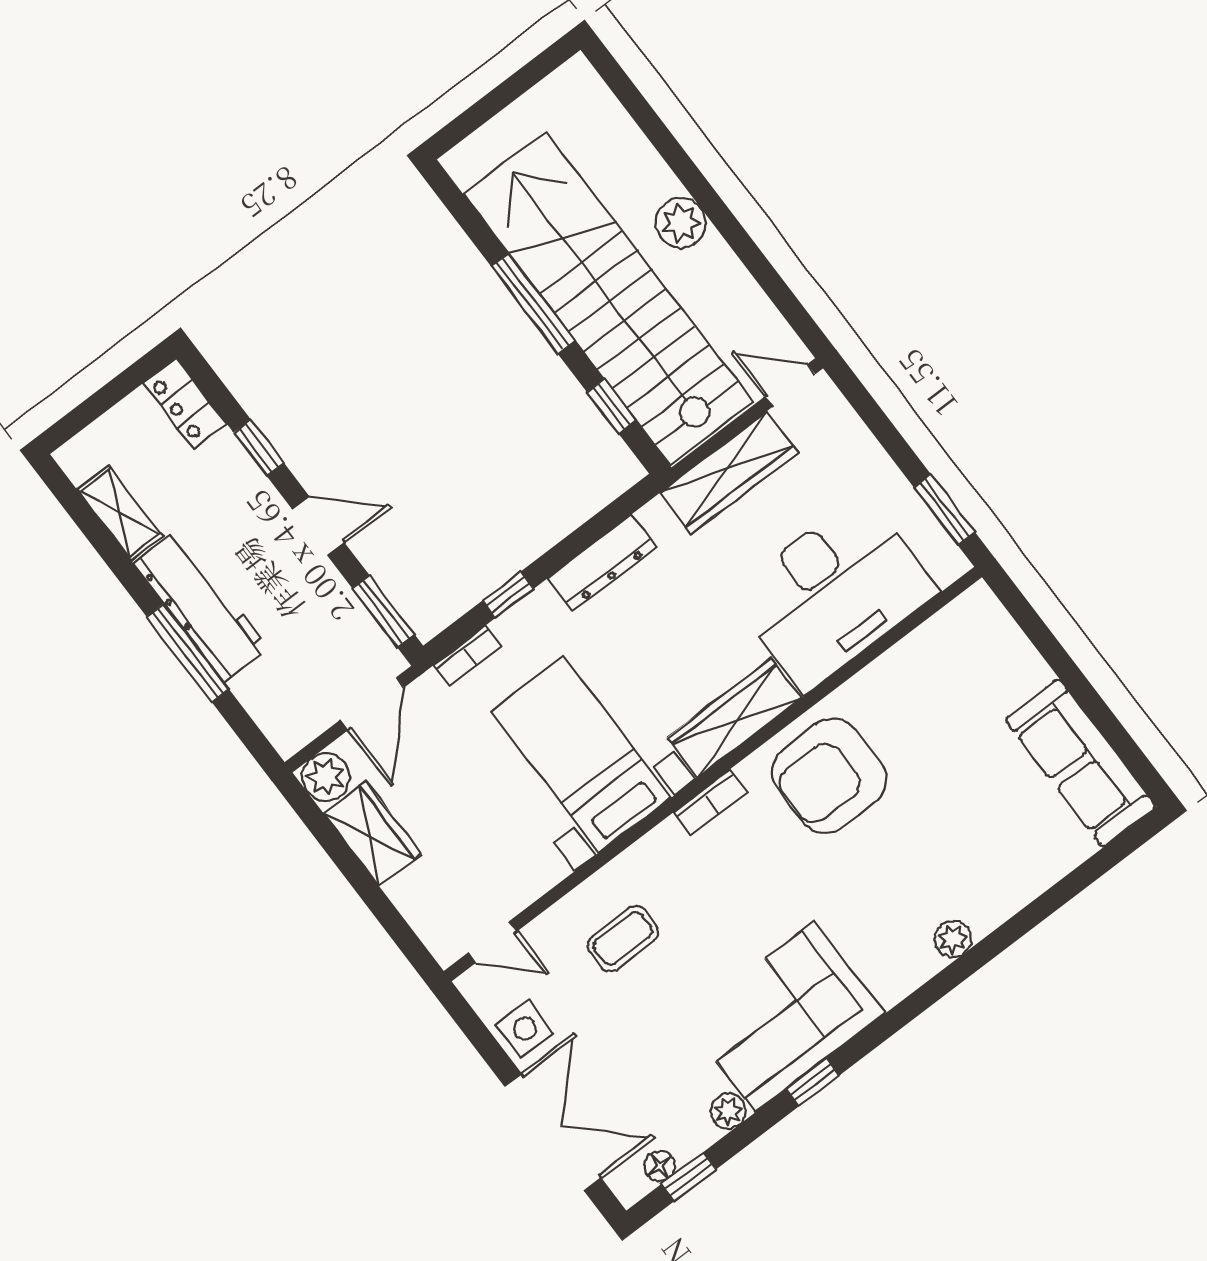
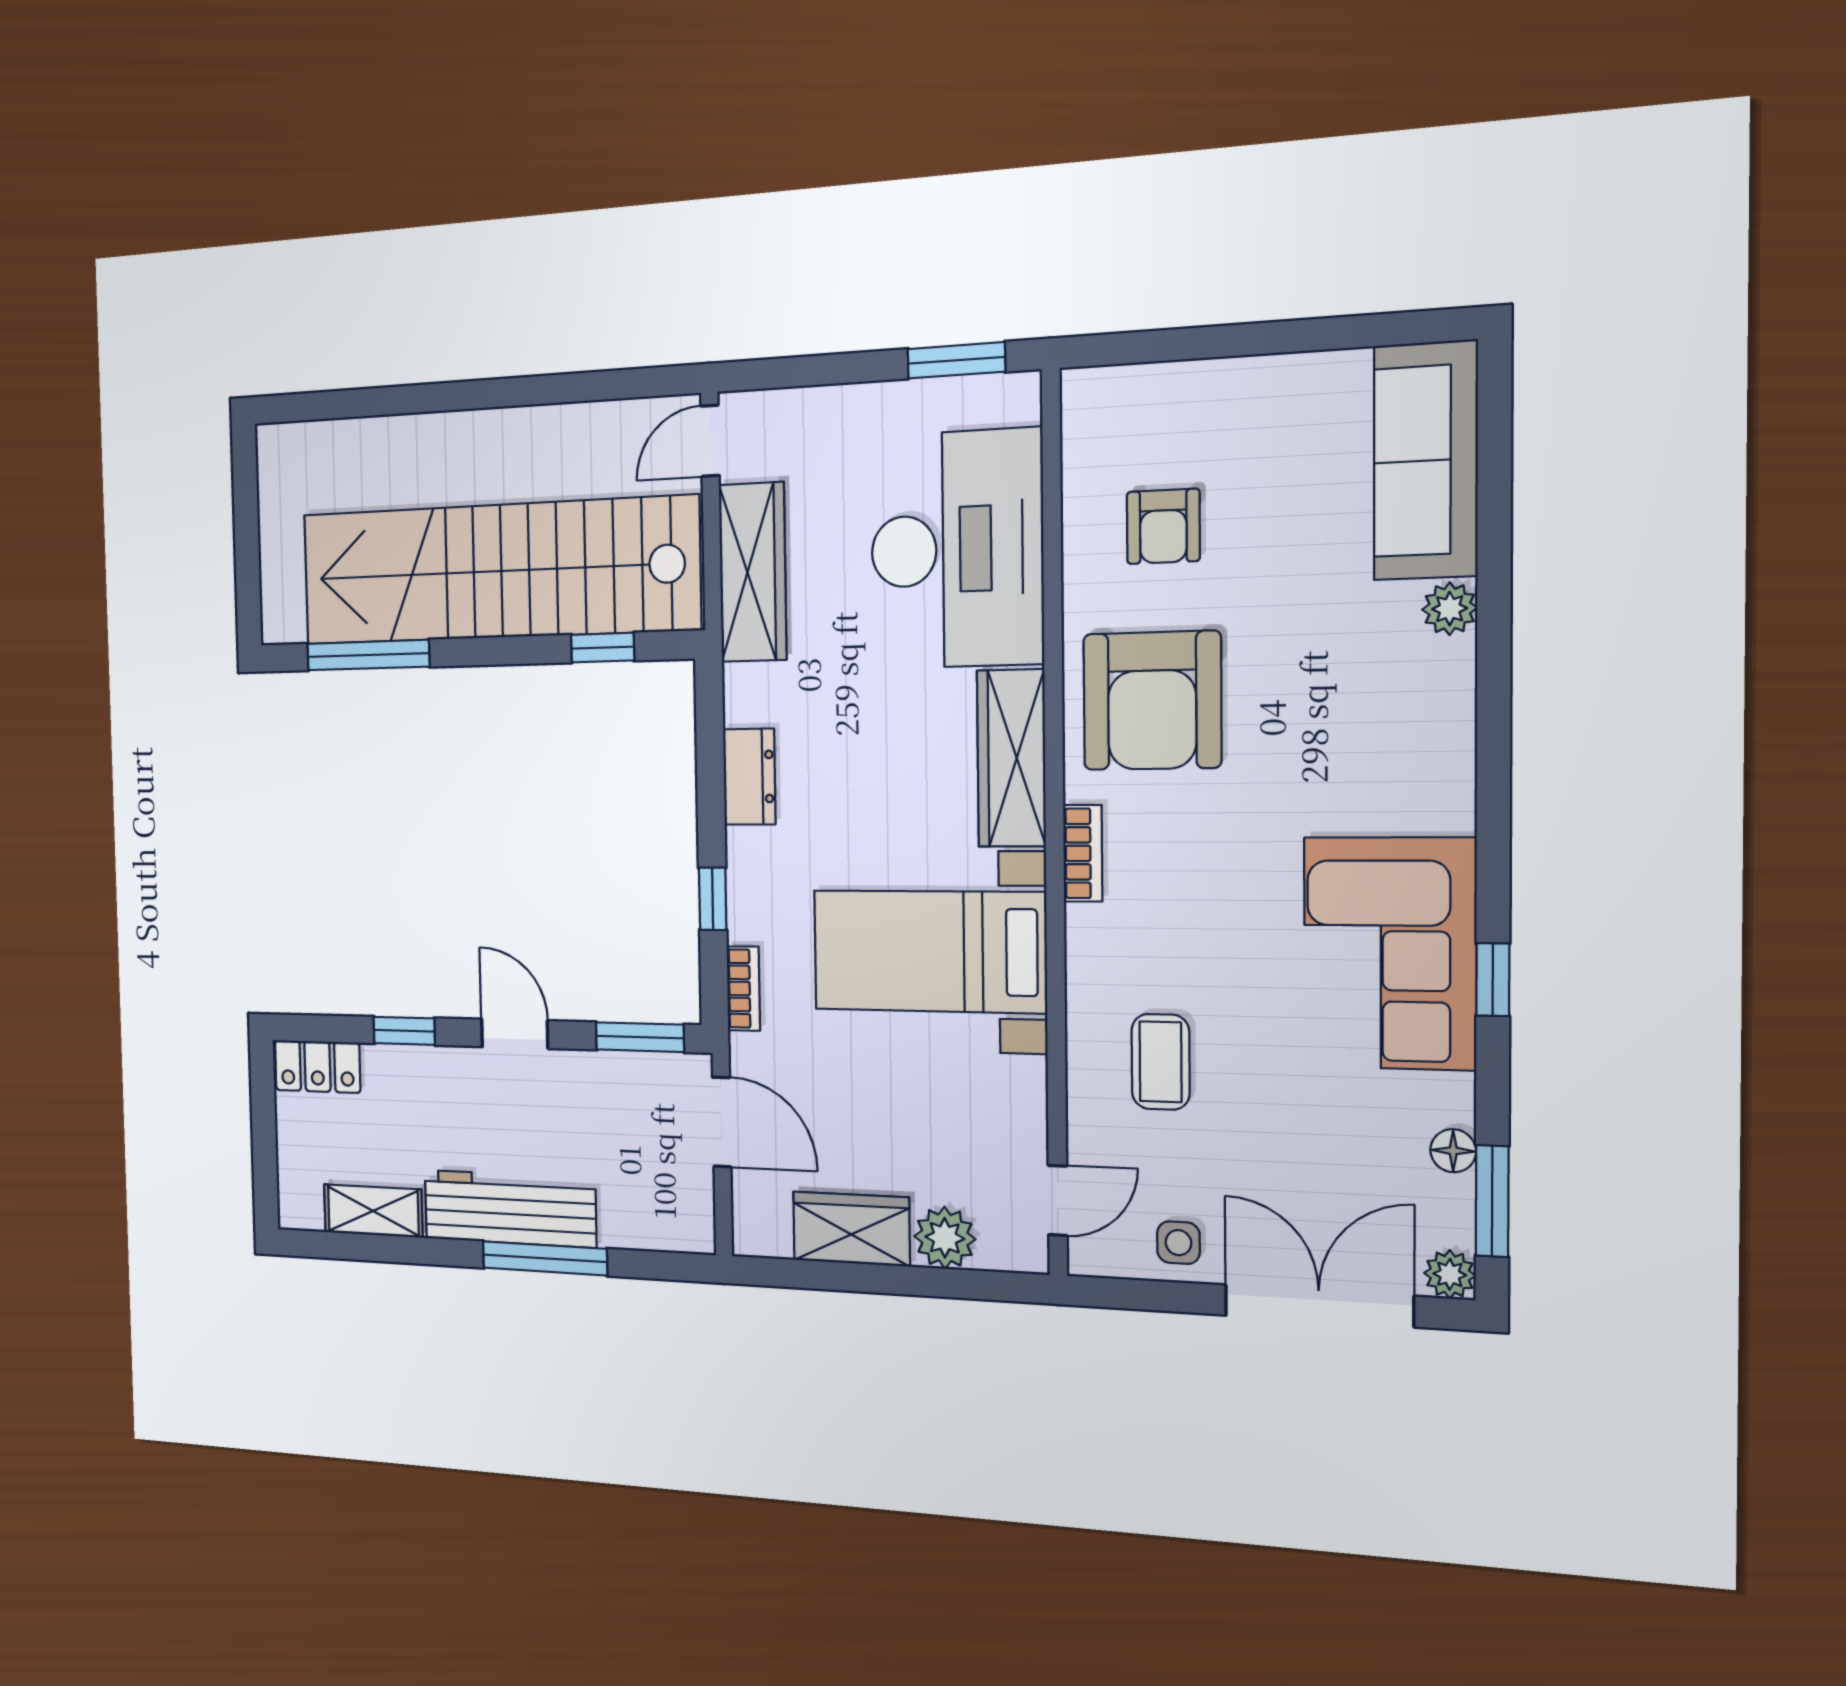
plant: (681, 223) -> (477, 440), removed
window: (533, 304) -> (368, 655), moved
door: (318, 526) -> (515, 1034), hinge flipped
dresser: (602, 563) -> (749, 777), width x0.70
armchair: (933, 707) -> (1163, 526), added
sofa: (1081, 763) -> (1426, 461), moved, turned 90
plant: (326, 777) -> (945, 1238), moved
plant: (953, 939) -> (1450, 609), moved
side table: (525, 1029) -> (1178, 1243), width x0.73, depth x0.73
plant: (728, 1111) -> (1450, 1274), moved
floor lamp: (660, 1166) -> (1453, 1151), moved
window: (689, 1176) -> (1492, 1201), width x1.50

